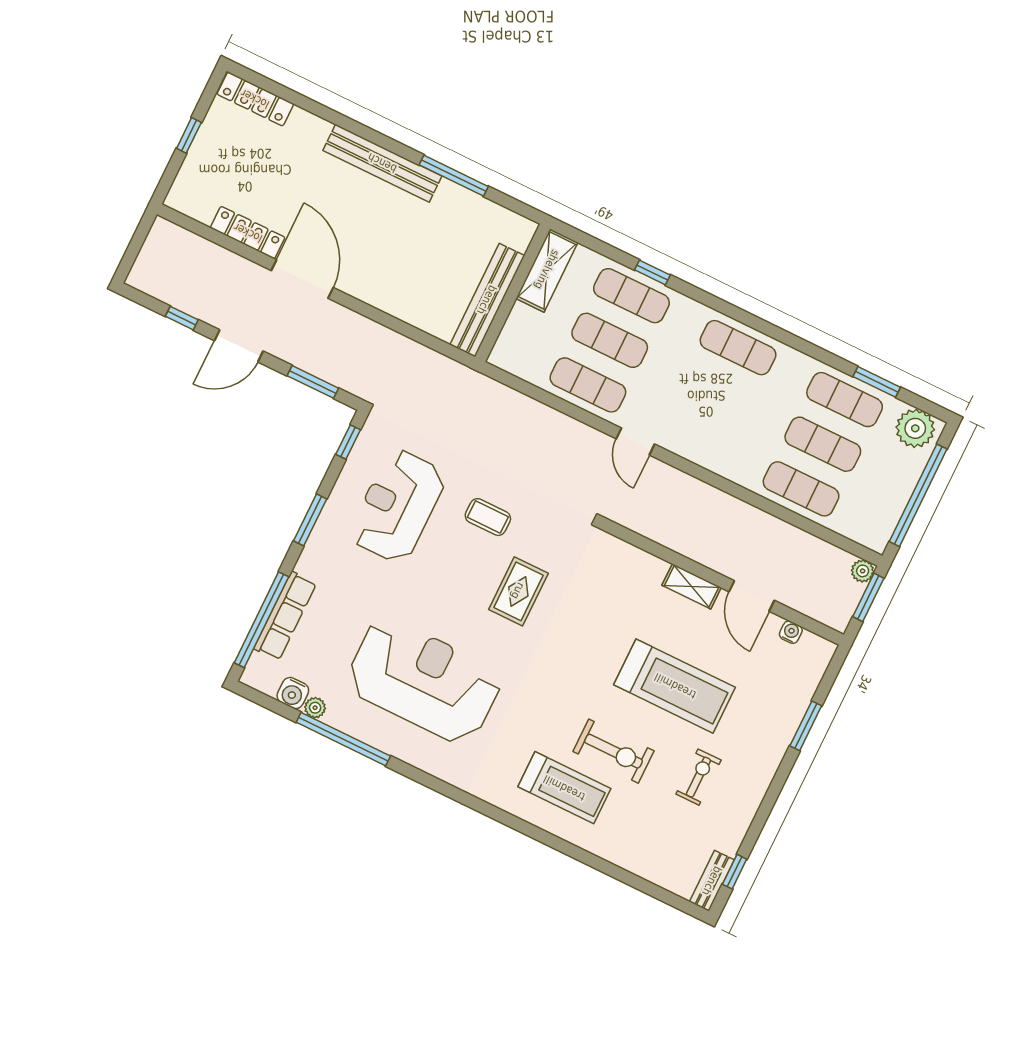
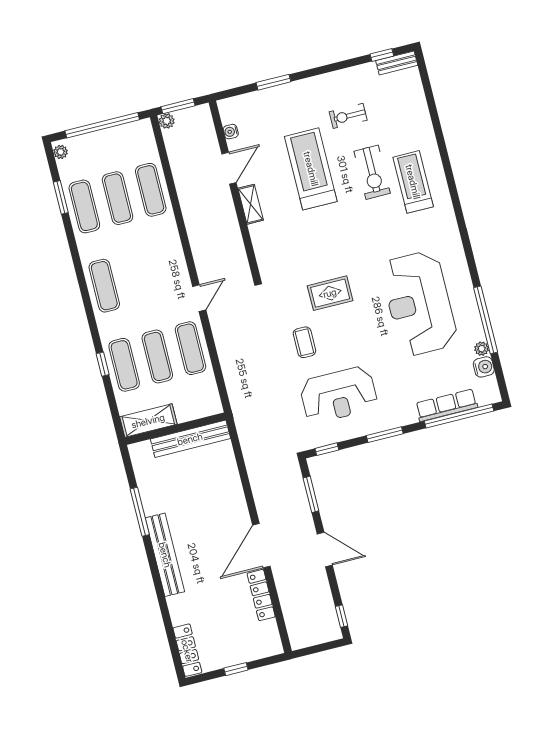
window: (182, 318) -> (342, 616), moved
plant: (915, 428) -> (61, 152), width x0.53, depth x0.53
exercise bike: (614, 751) -> (372, 172), turned 180

